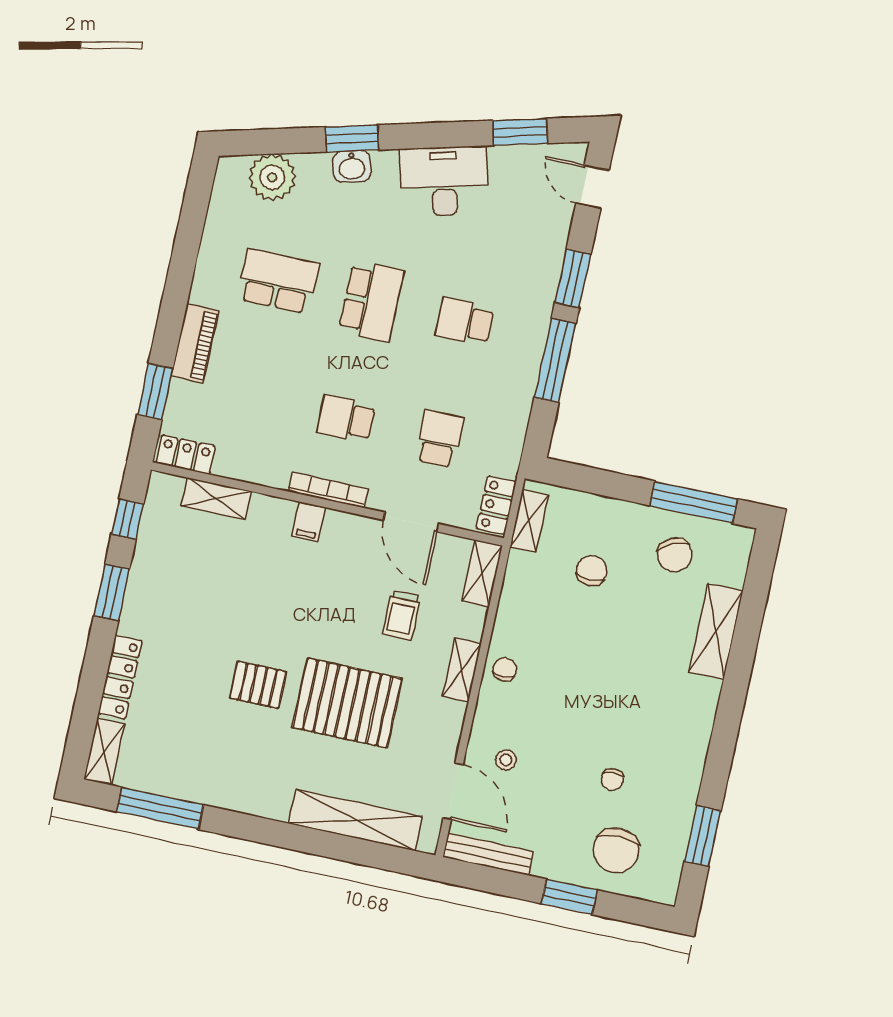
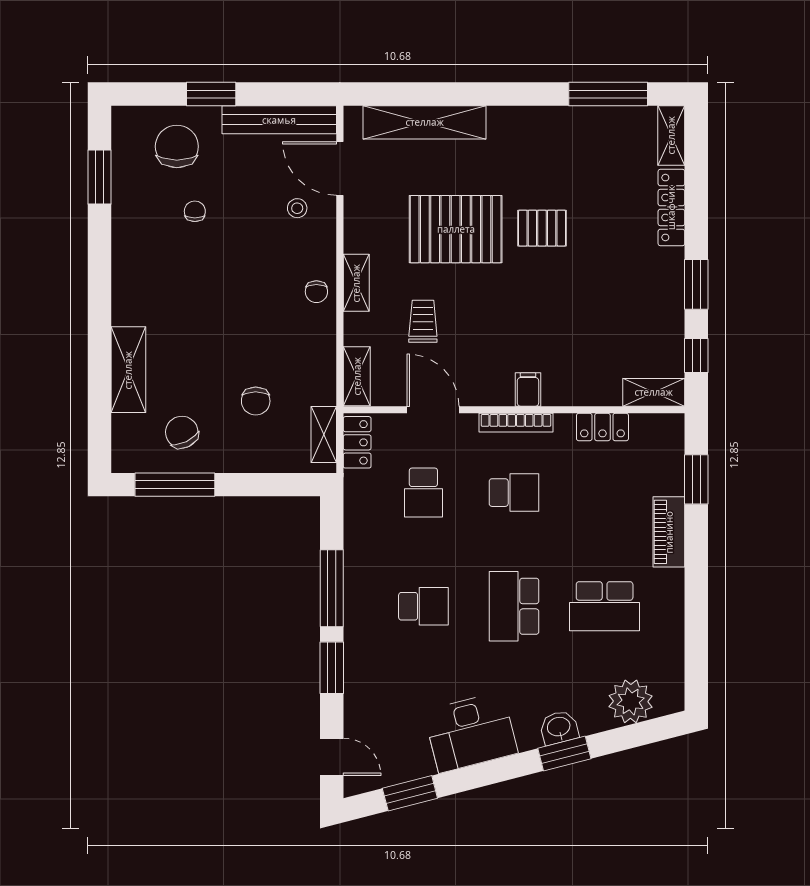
locker: (186, 455) -> (602, 427), moved
shelving: (216, 499) -> (654, 392), moved
bench: (488, 854) -> (279, 120), width x1.37, depth x1.21

